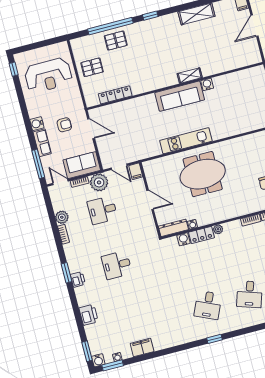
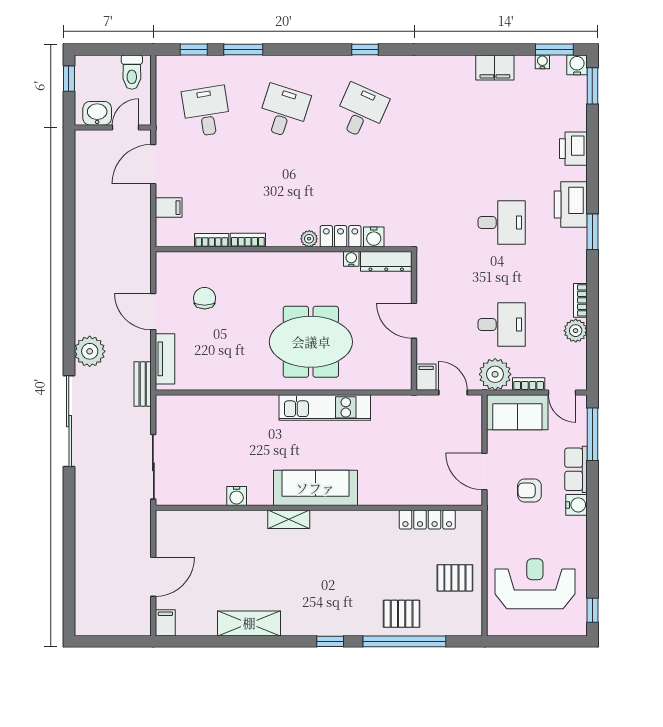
water cooler: (207, 84) -> (237, 496), moved
printer: (78, 279) -> (571, 204), width x1.87, depth x1.48

